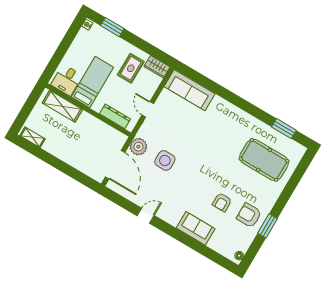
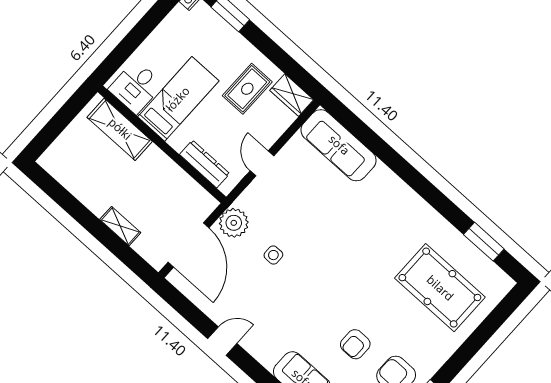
shelving: (33, 137) -> (120, 226), moved
side table: (165, 160) -> (273, 255), width x0.54, depth x0.54

